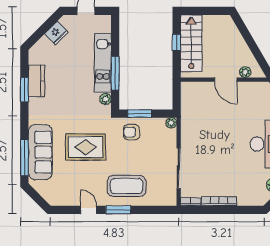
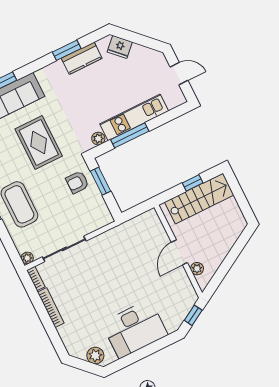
fridge: (56, 33) -> (120, 47), moved
plant: (171, 123) -> (27, 258), moved
armchair: (132, 132) -> (77, 182), turned -90

